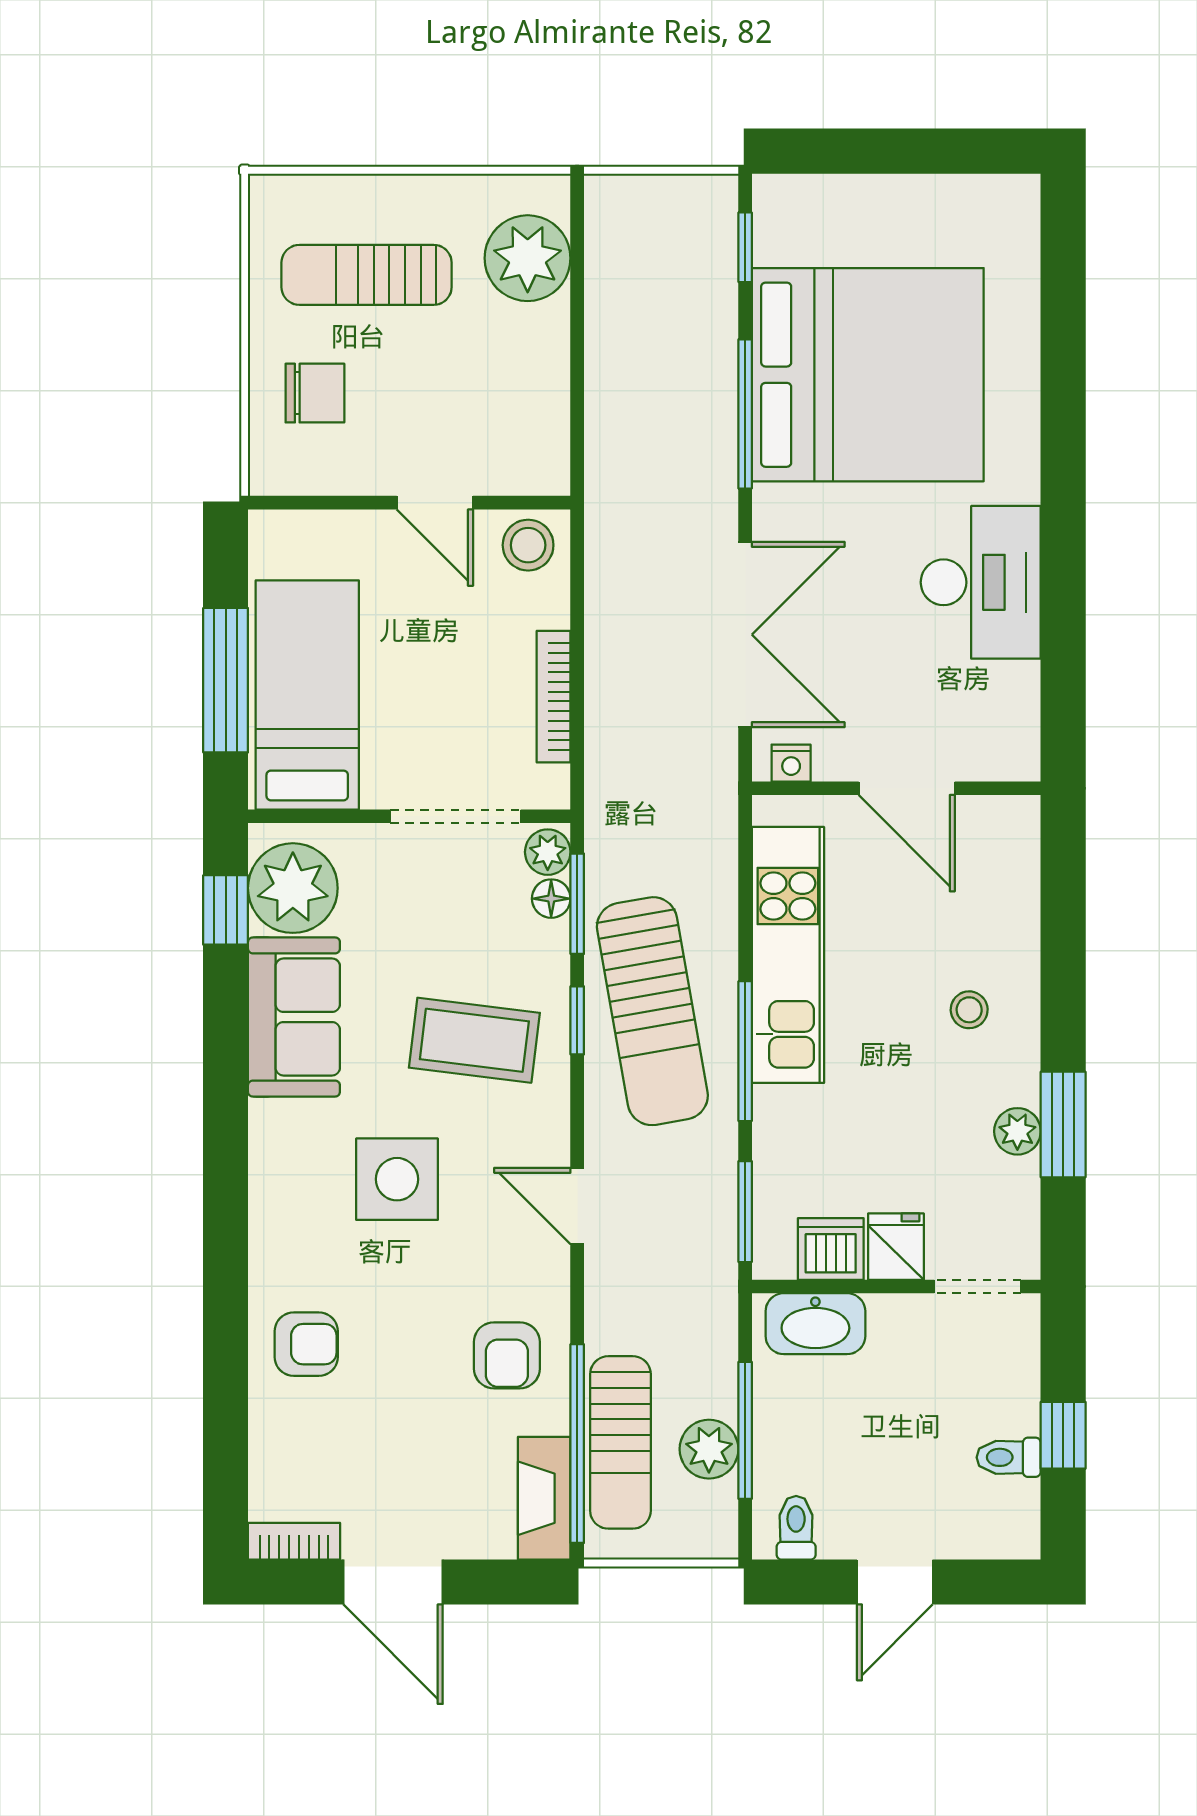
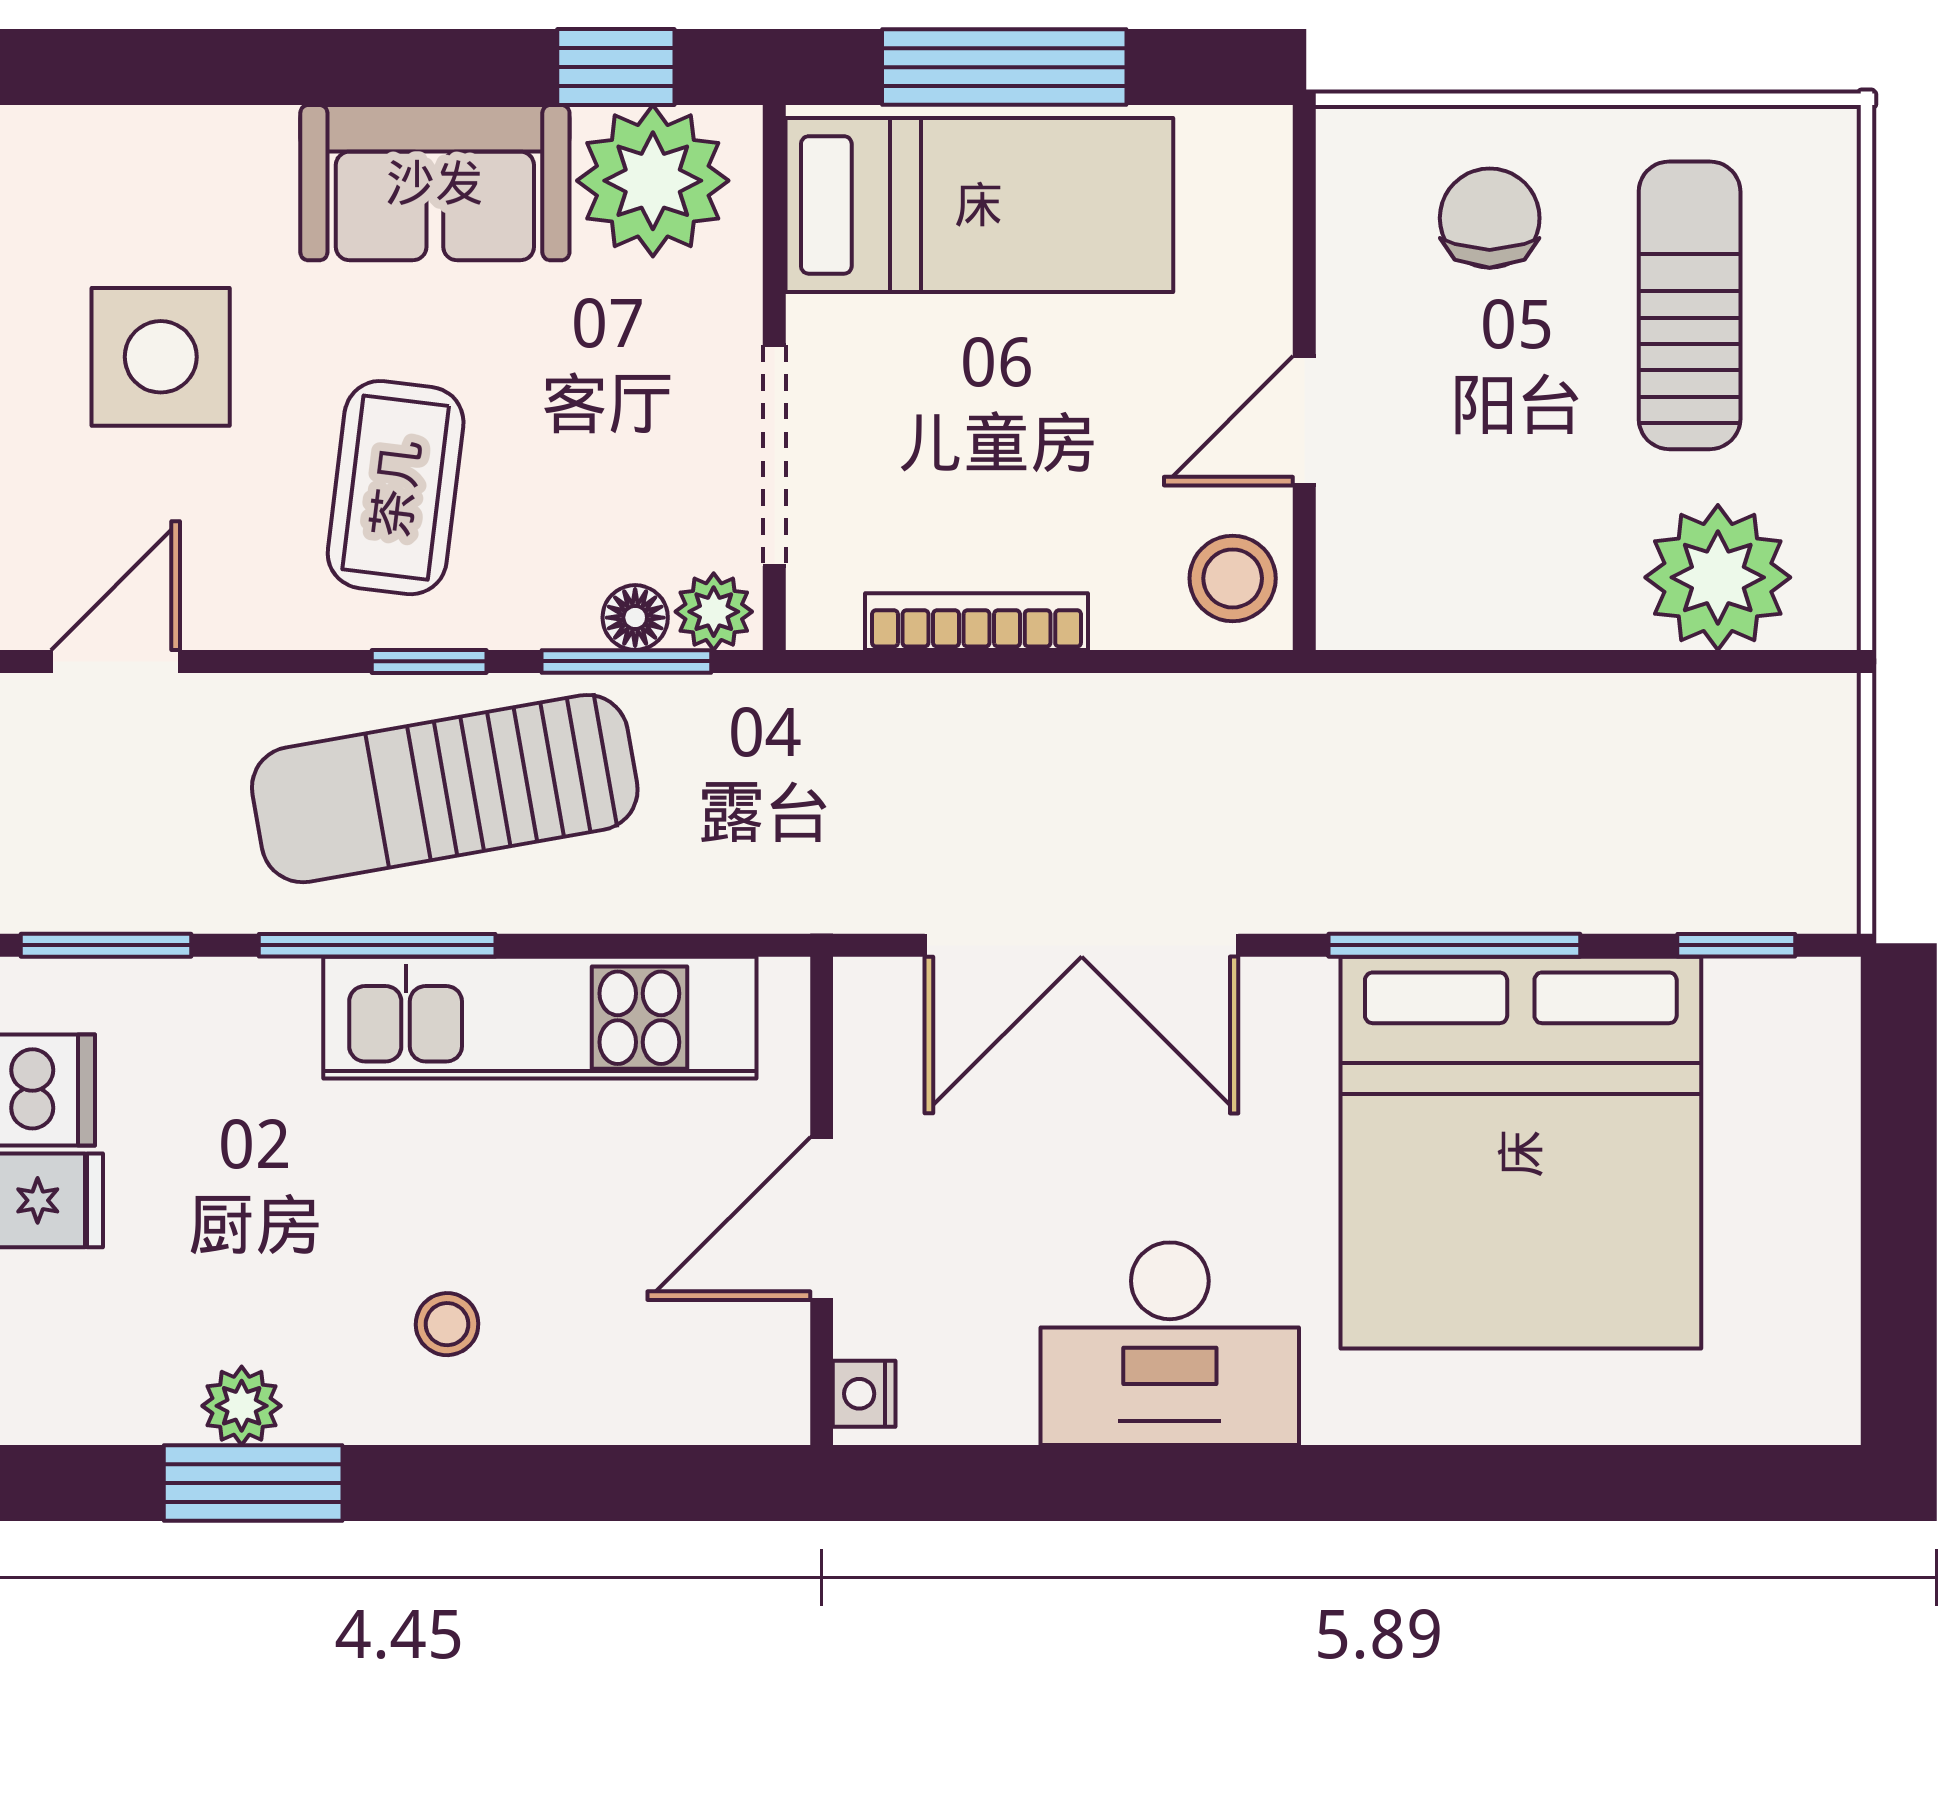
chair: (315, 393) -> (1490, 218), turned 180
nightstand: (791, 763) -> (864, 1394), moved

